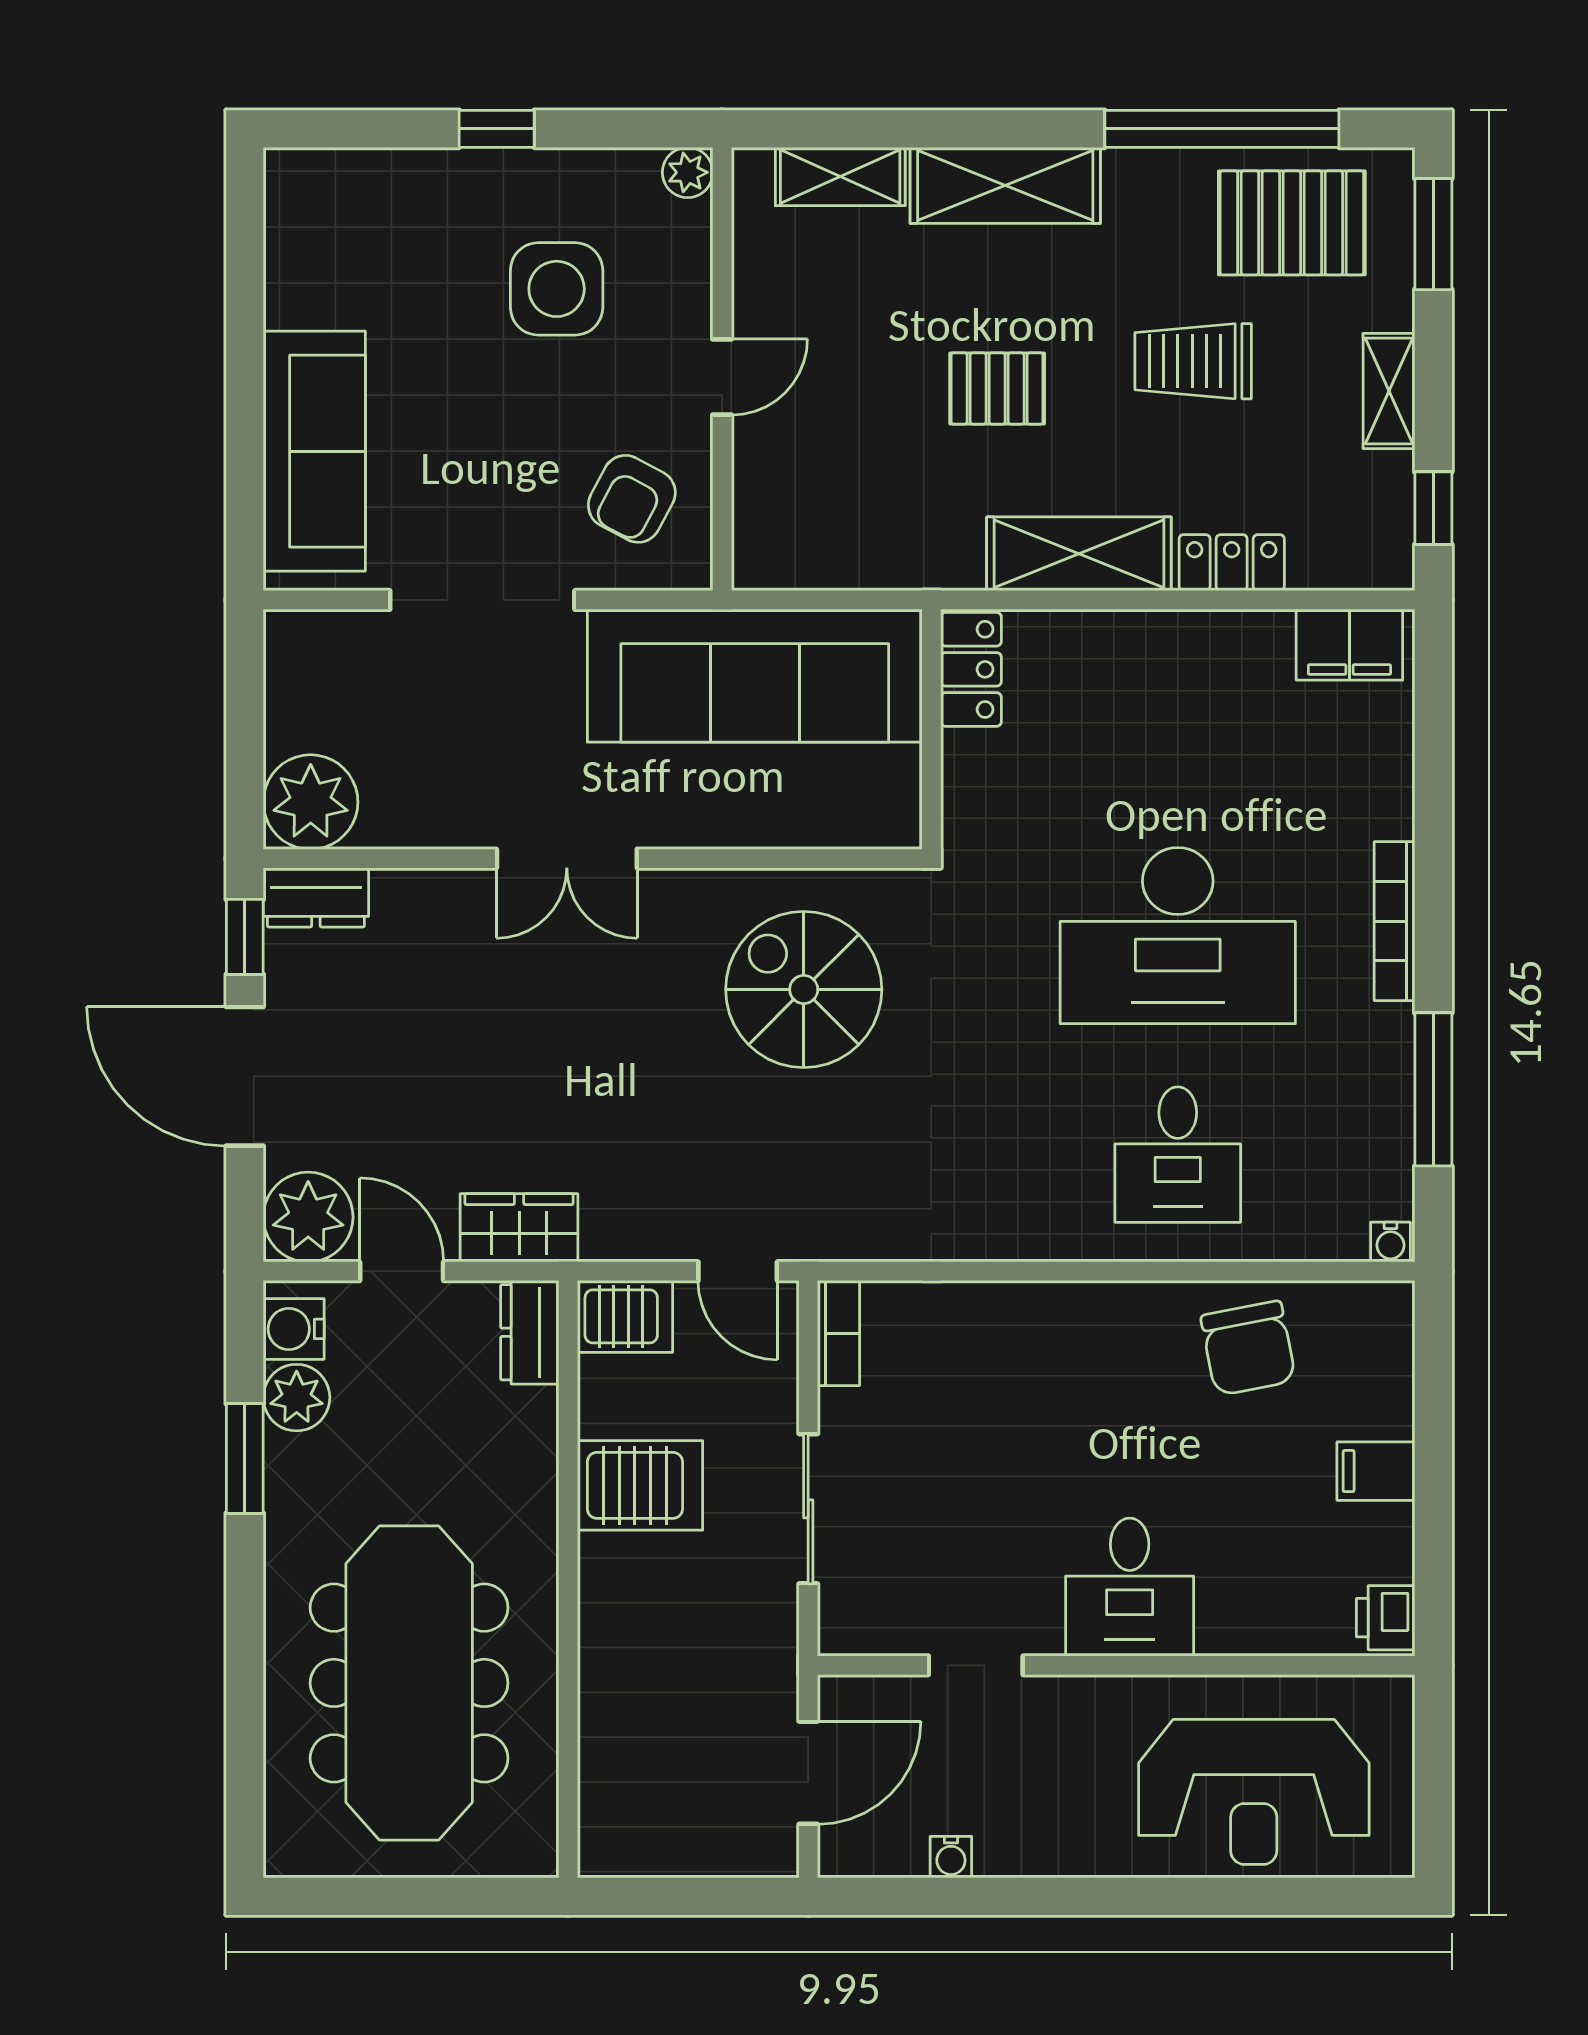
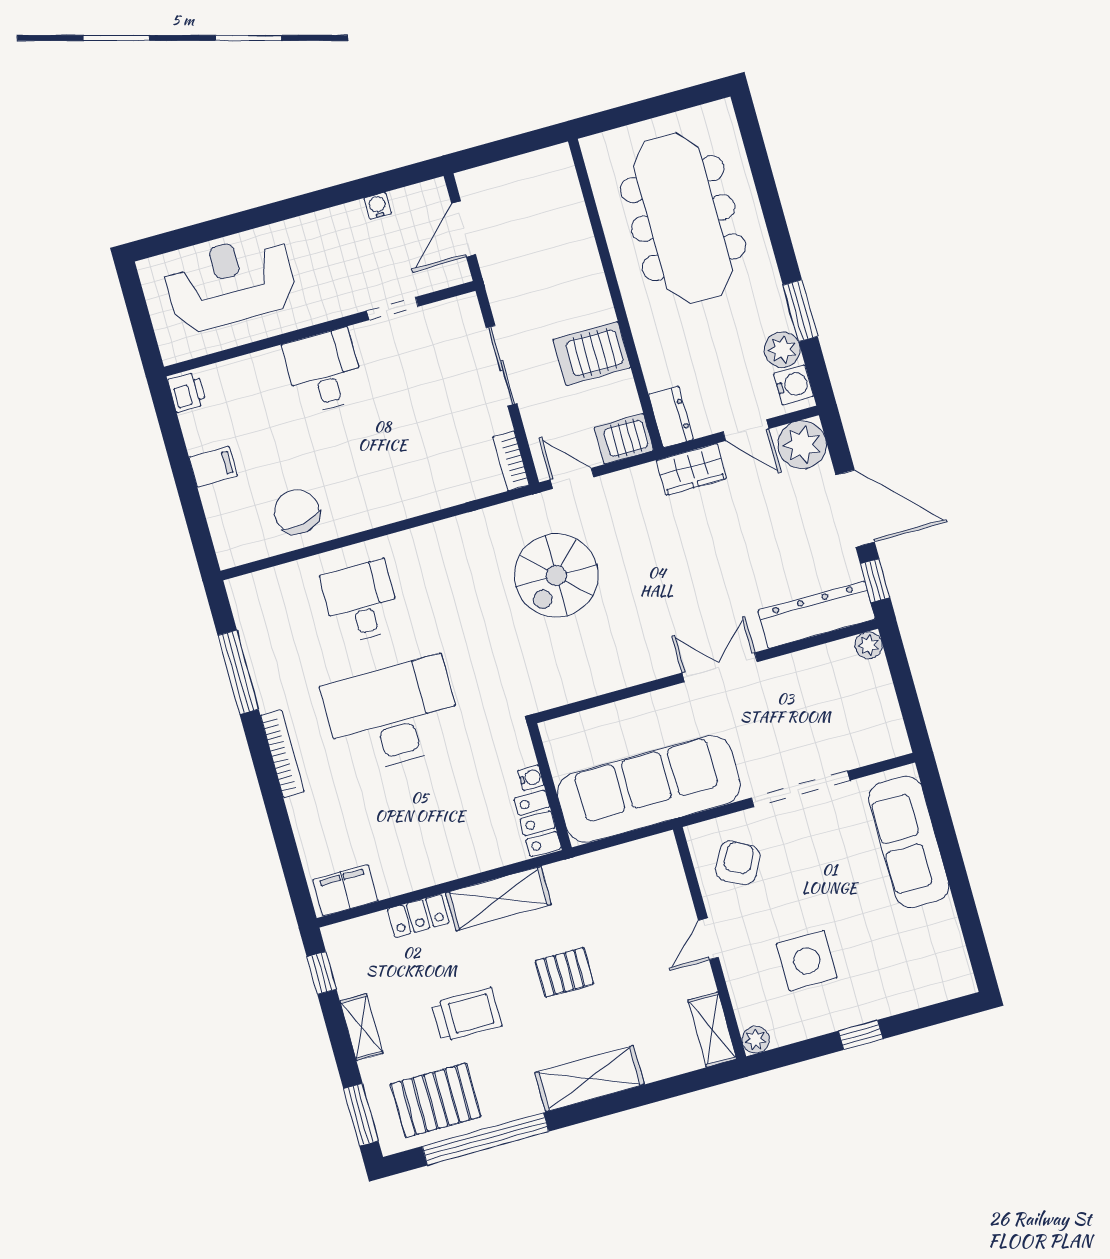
shelving: (840, 177) -> (712, 1030), moved, turned 90
plant: (311, 802) -> (869, 645), width x0.53, depth x0.53
dresser: (316, 897) -> (817, 615), width x1.96, depth x1.24
spiral stairs: (804, 989) -> (556, 575), moved, turned 90
water cooler: (1390, 1242) -> (531, 778), moved, turned 90

